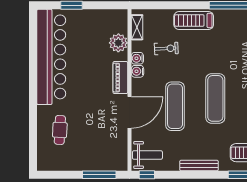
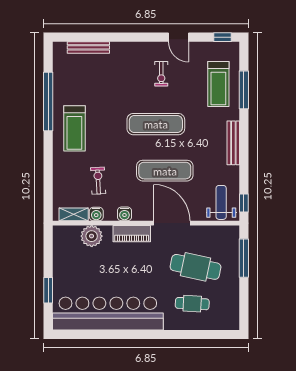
treadmill: (194, 20) -> (74, 128), moved
water cooler: (137, 58) -> (96, 214), moved
cafe table: (92, 133) -> (196, 267), added

